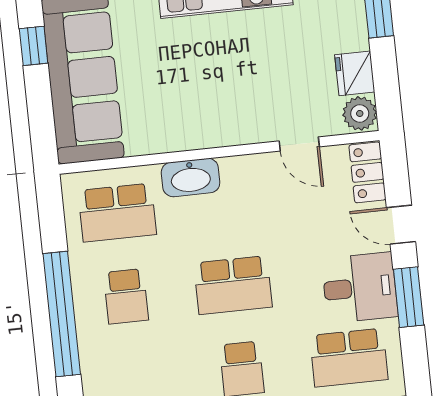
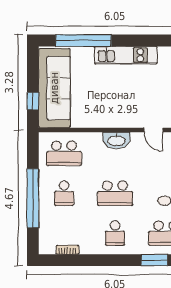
window: (34, 46) -> (33, 101), moved
washbasin: (191, 178) -> (116, 140), moved

